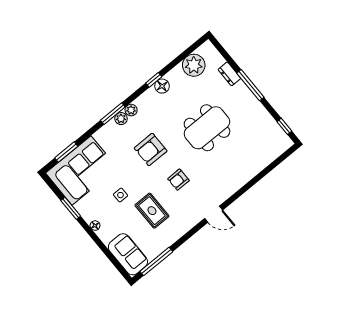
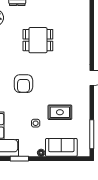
dining table: (207, 128) -> (38, 40), width x0.73
armchair: (178, 180) -> (54, 82), removed
sofa: (128, 254) -> (61, 147), moved

